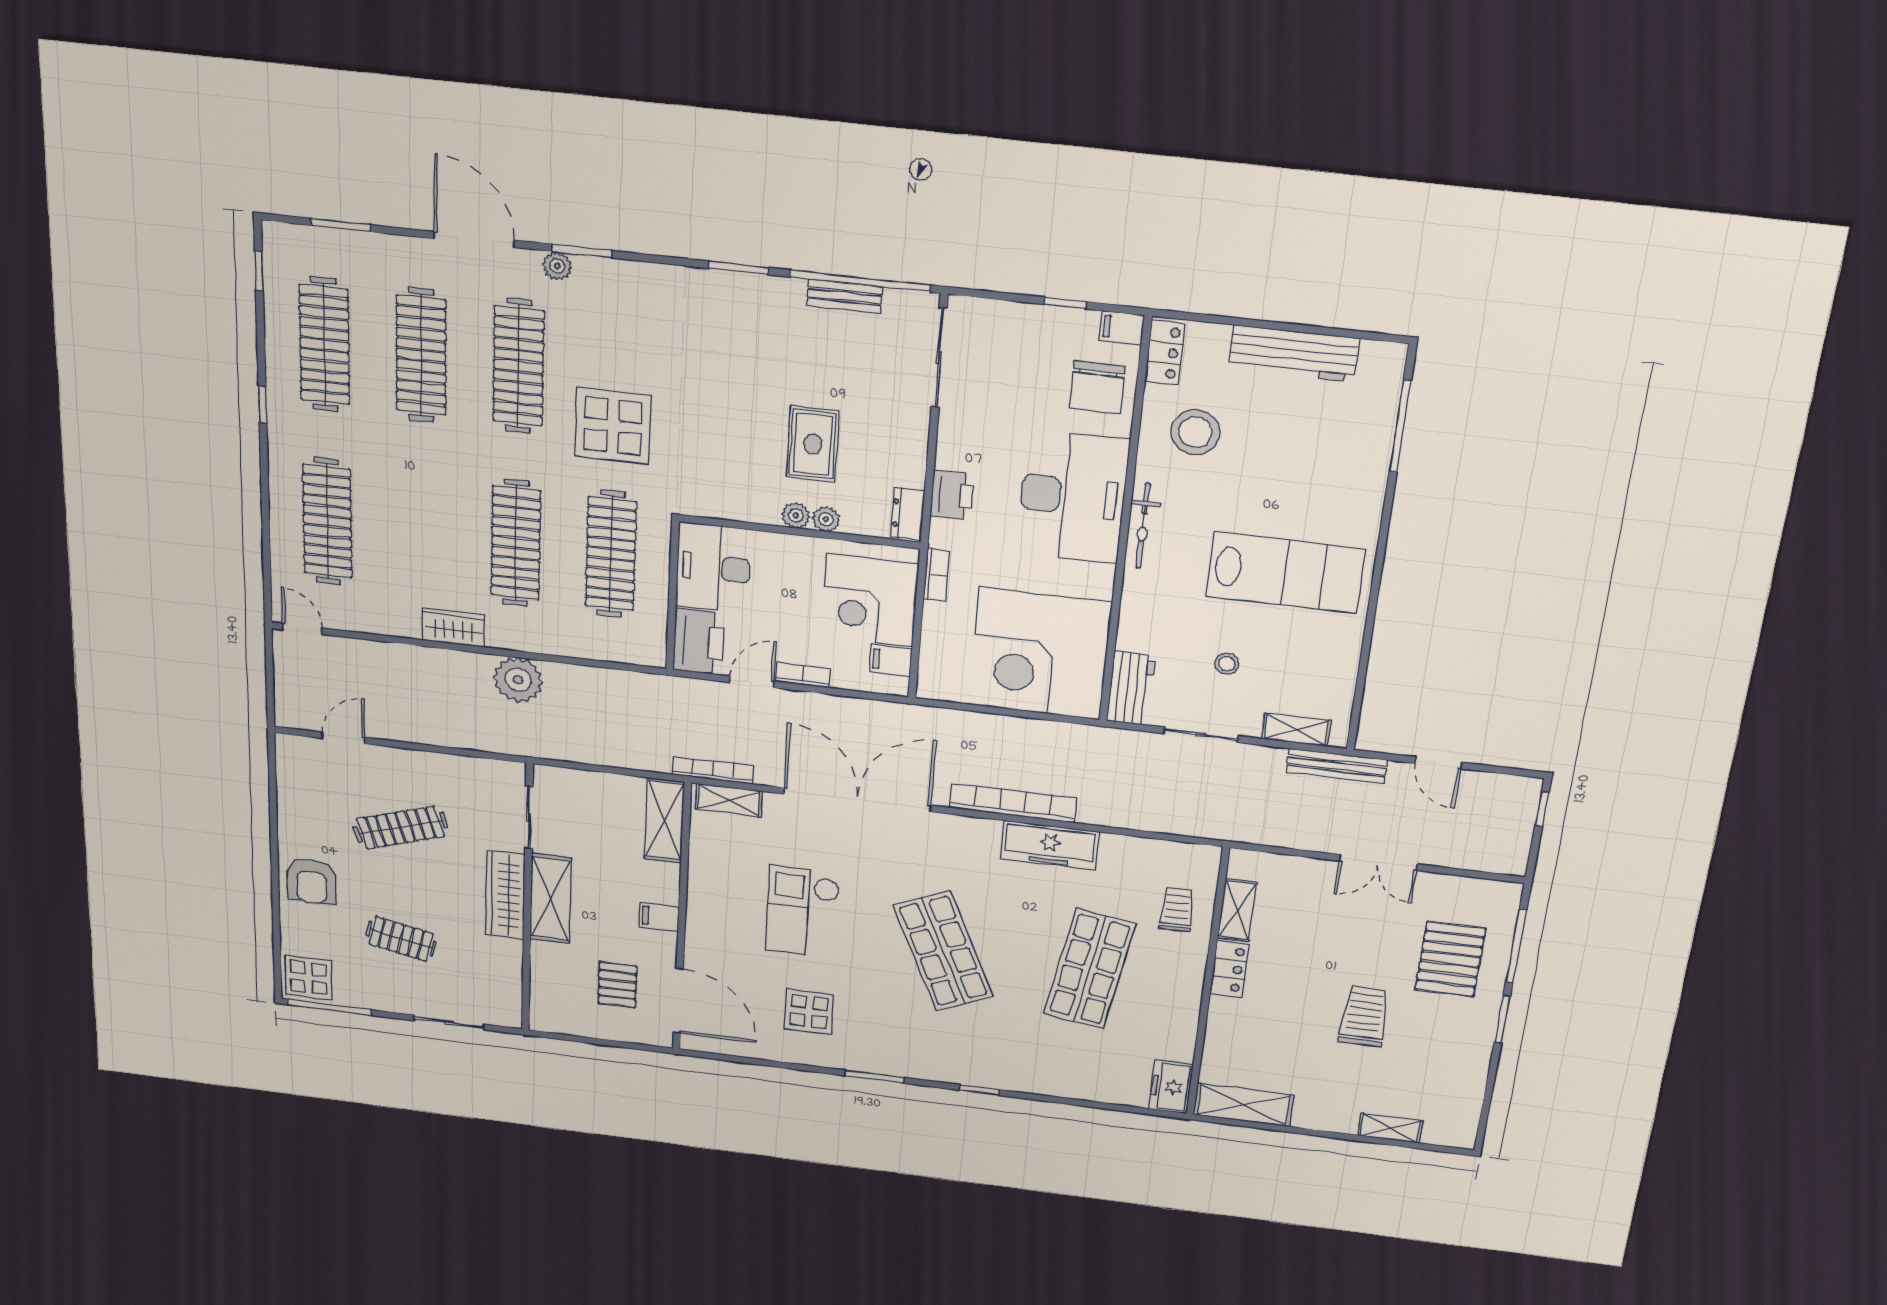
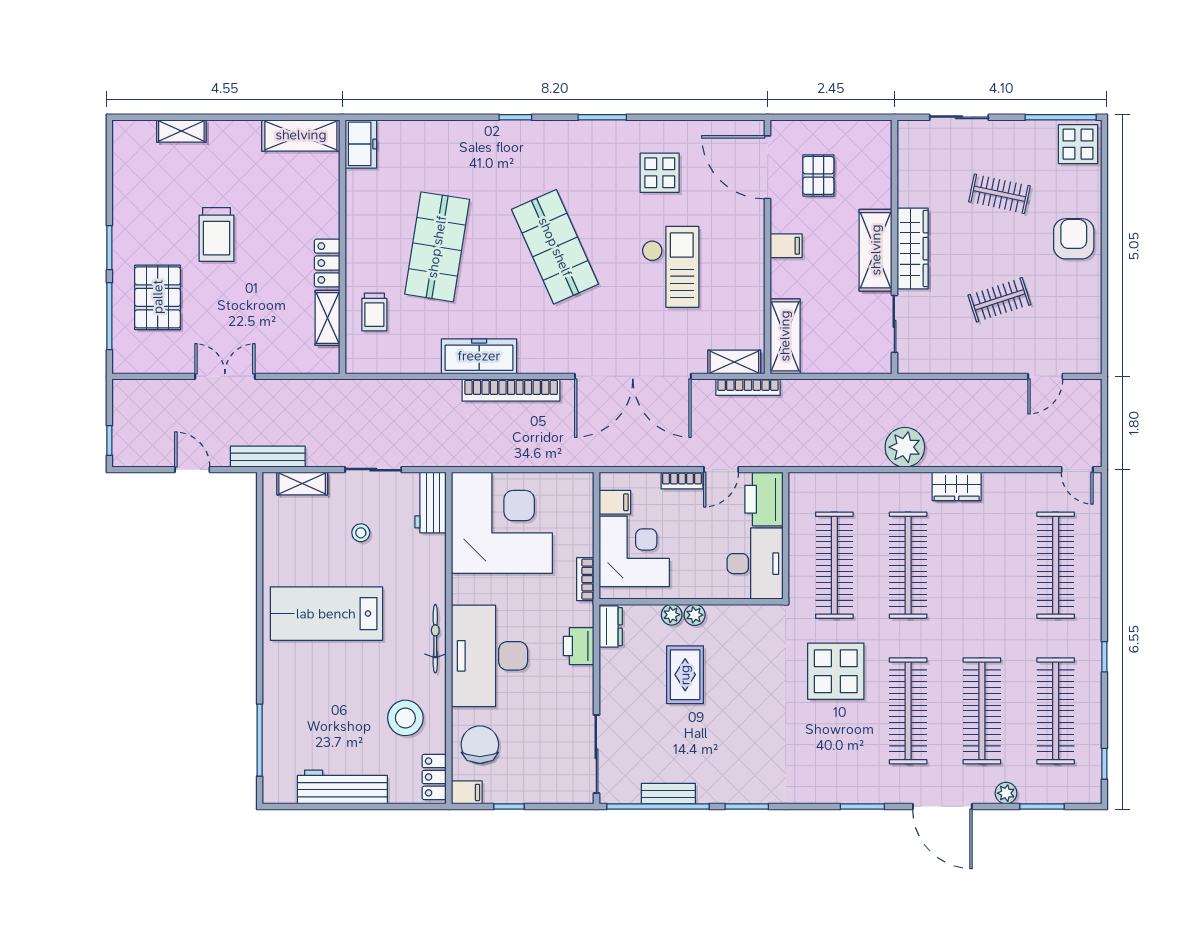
plant: (557, 266) -> (1006, 793), moved
clothes rail: (400, 828) -> (999, 300), width x0.73

